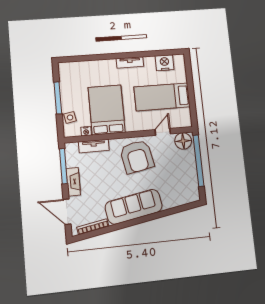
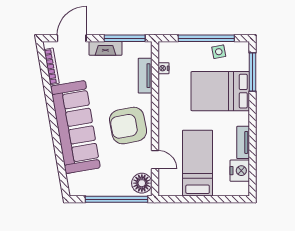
window: (83, 58) -> (252, 72), added
tv unit: (130, 62) -> (243, 142), moved
window: (58, 98) -> (206, 38), width x1.46
bed: (107, 110) -> (220, 91), moved, turned 180
side table: (70, 117) -> (219, 52), moved
sofa: (134, 207) -> (75, 127), width x1.36, depth x1.27

